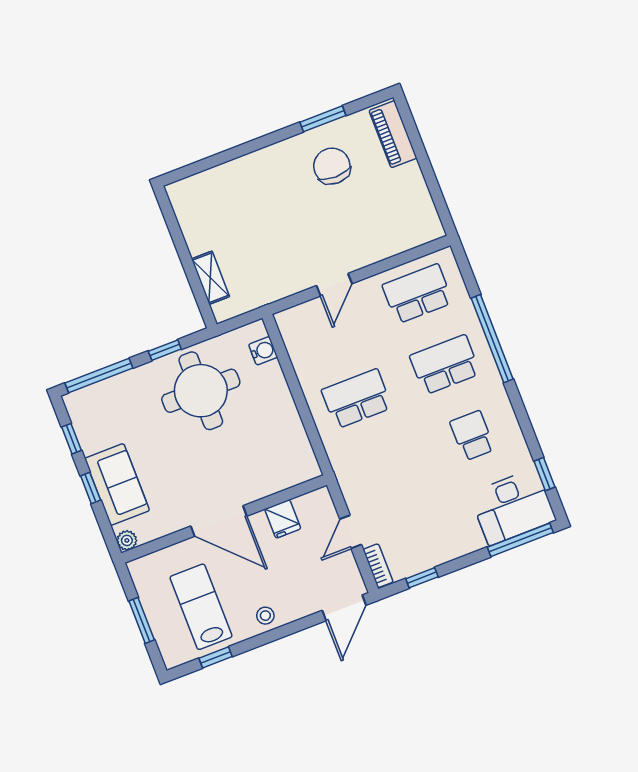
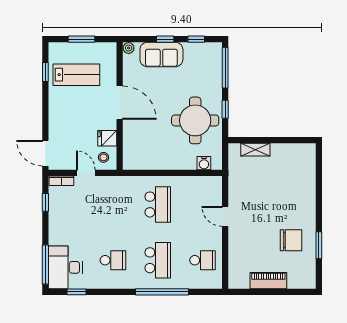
piano: (393, 134) -> (268, 281), moved
school desk: (418, 294) -> (203, 260), width x0.54
door: (219, 521) -> (120, 103), swing flipped
stool: (265, 616) -> (103, 157), moved

